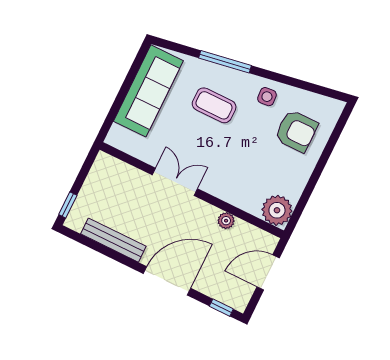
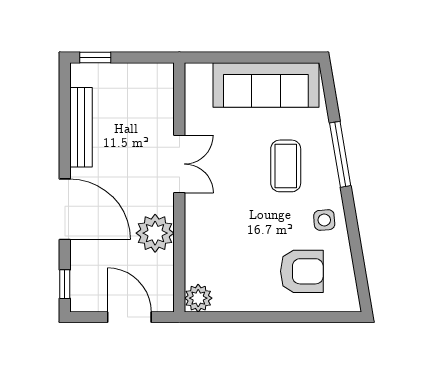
armchair: (296, 131) -> (302, 271), turned -90
plant: (277, 210) -> (198, 298), width x0.73, depth x0.73
plant: (226, 221) -> (155, 233), width x1.87, depth x1.87

